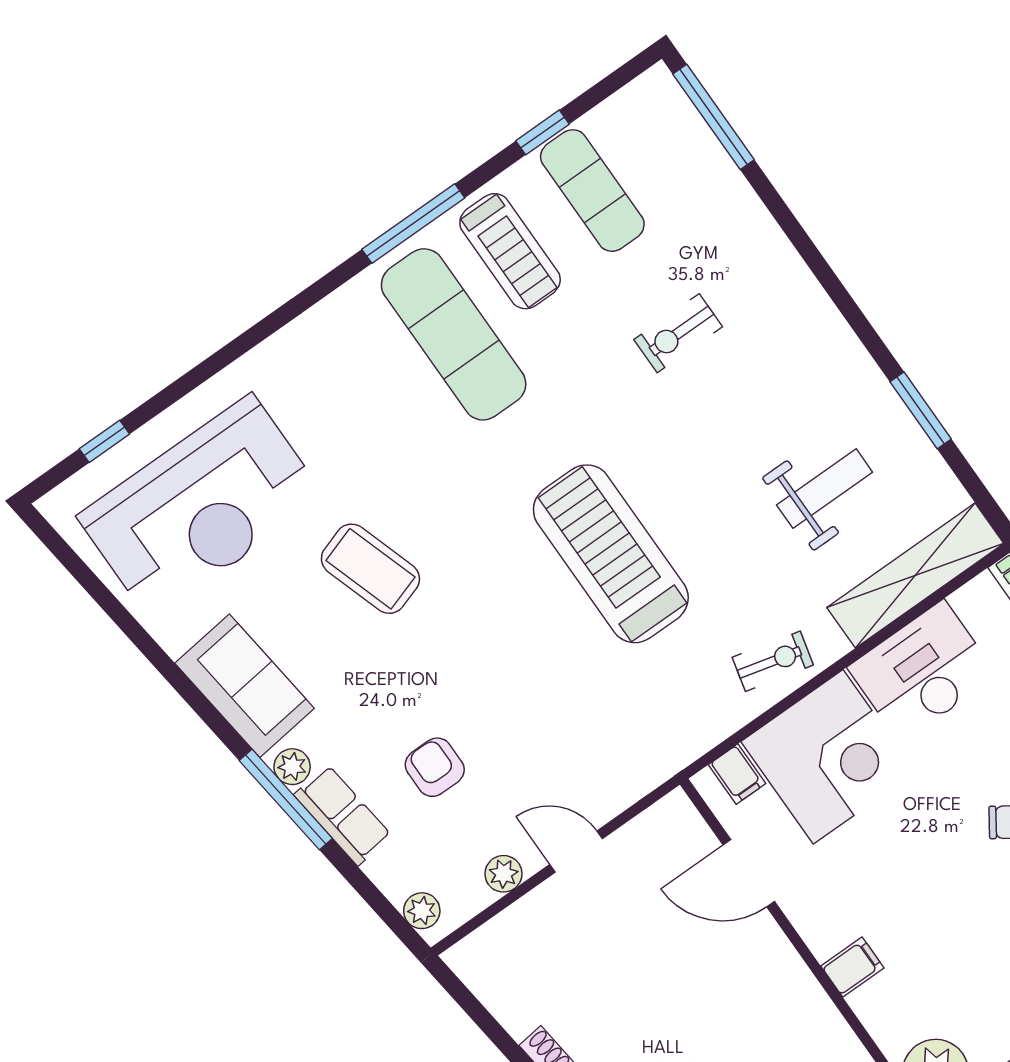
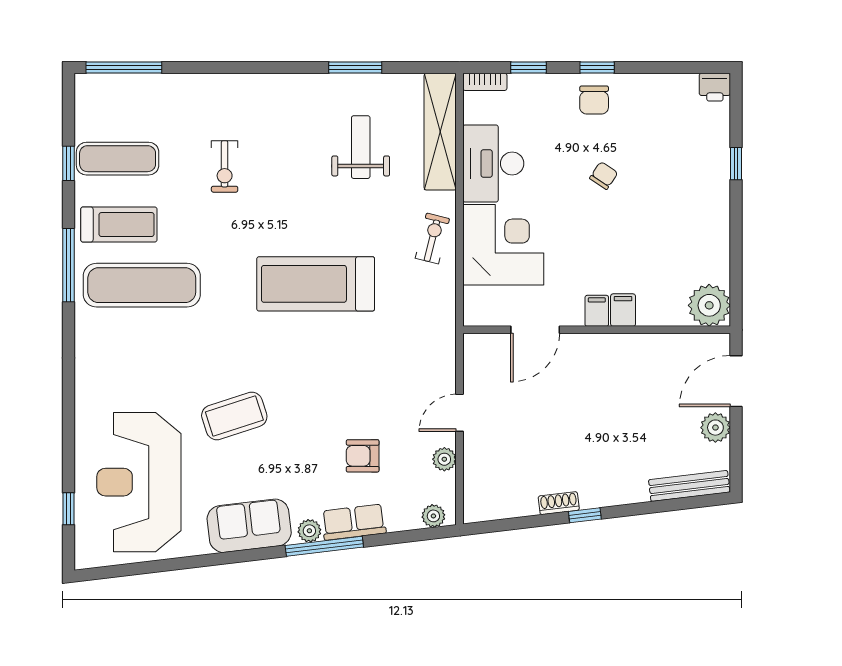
reception desk: (201, 507) -> (139, 482), turned 180
filing cabinet: (737, 774) -> (597, 311), moved, turned -90

